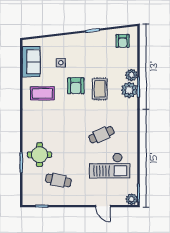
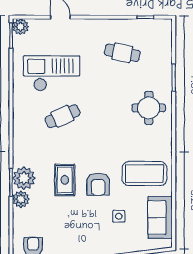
armchair: (76, 86) -> (98, 184), turned 180
coffee table: (42, 93) -> (144, 174), width x1.36, depth x1.32
round table: (39, 155) -> (149, 108), moved

